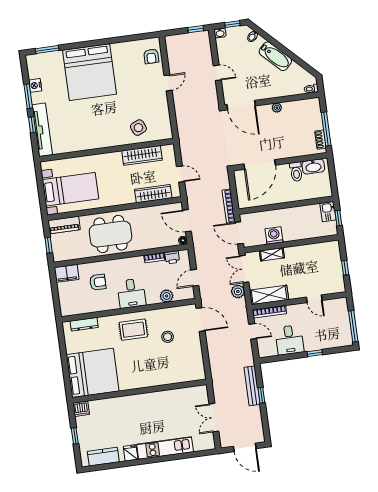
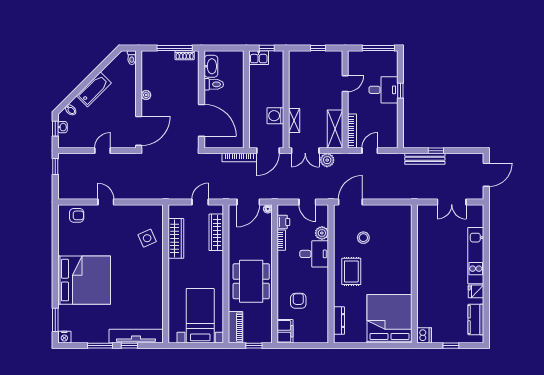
washbasin: (220, 33) -> (63, 127), moved
nightstand: (35, 85) -> (64, 337), moved
desk: (131, 293) -> (314, 254), moved
desk: (289, 340) -> (383, 90), moved

